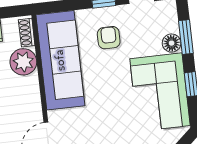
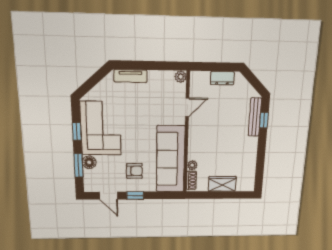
armchair: (109, 38) -> (134, 171), turned -90
plant: (23, 62) -> (192, 165), width x0.53, depth x0.53

